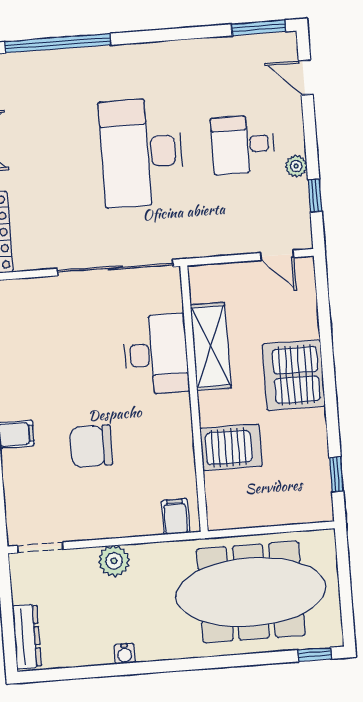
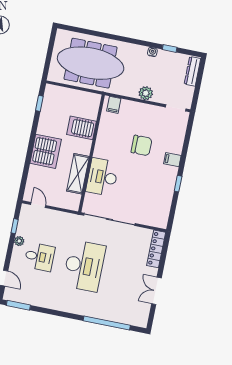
window: (315, 654) -> (170, 48), moved

